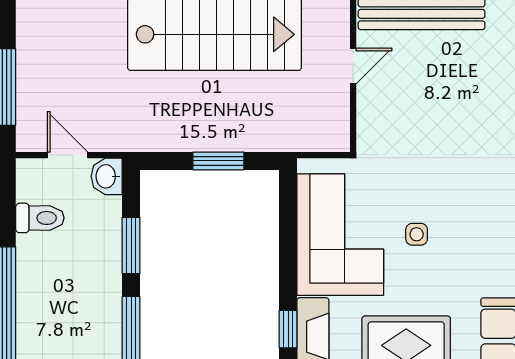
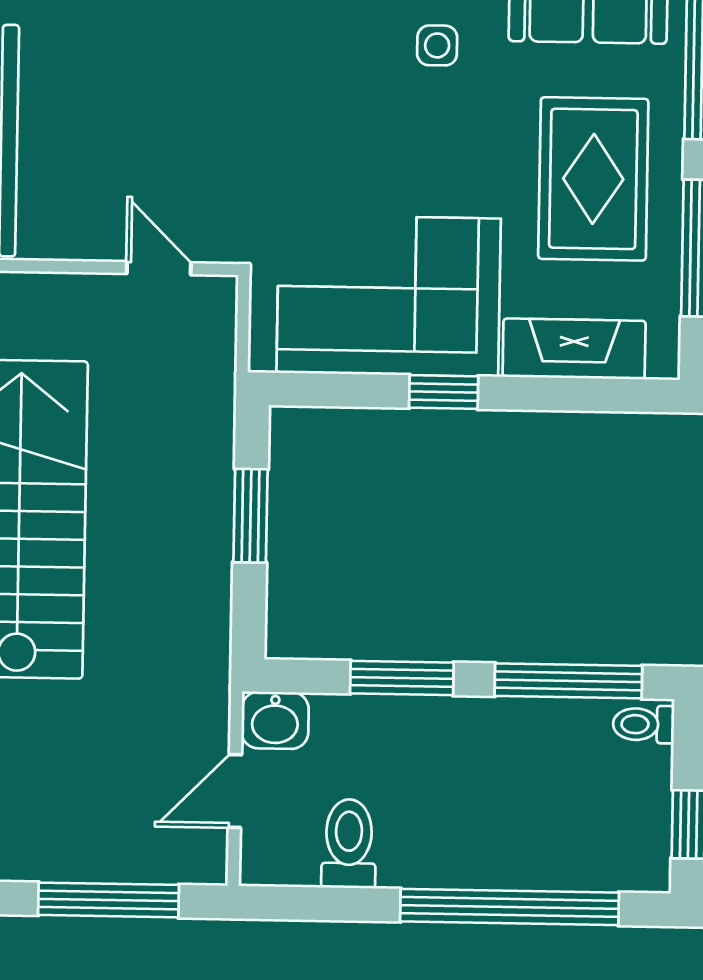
door: (353, 66) -> (159, 268), moved
side table: (417, 234) -> (437, 45), moved
window: (288, 329) -> (444, 392), moved

